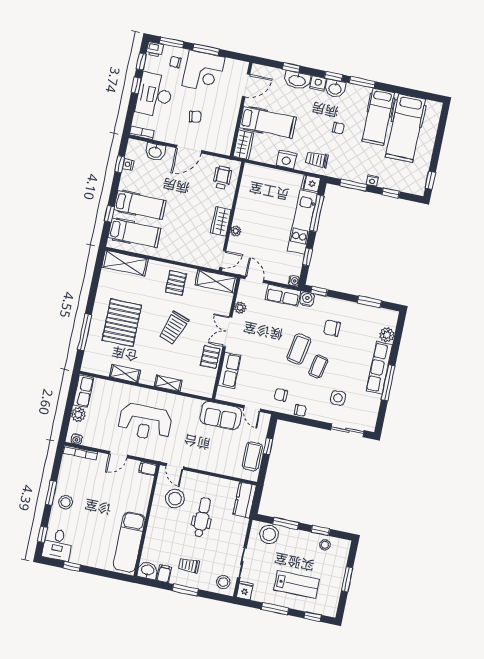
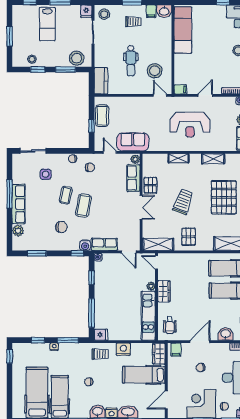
filing cabinet: (221, 145) -> (176, 350), added
kitchen unit: (302, 222) -> (148, 316), moved, turned 180
door: (223, 259) -> (156, 262), hinge flipped
plant: (240, 308) -> (135, 159), moved
reception desk: (145, 422) -> (190, 125), turned 180
lab bench: (297, 585) -> (47, 24), turned -90

